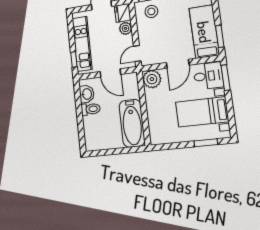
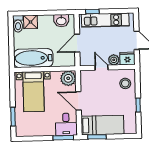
door: (137, 54) -> (102, 68), moved
toilet: (91, 109) -> (18, 24), moved
bed with nightstands: (202, 112) -> (33, 92), moved, turned 180
shower: (91, 130) -> (31, 22), added

